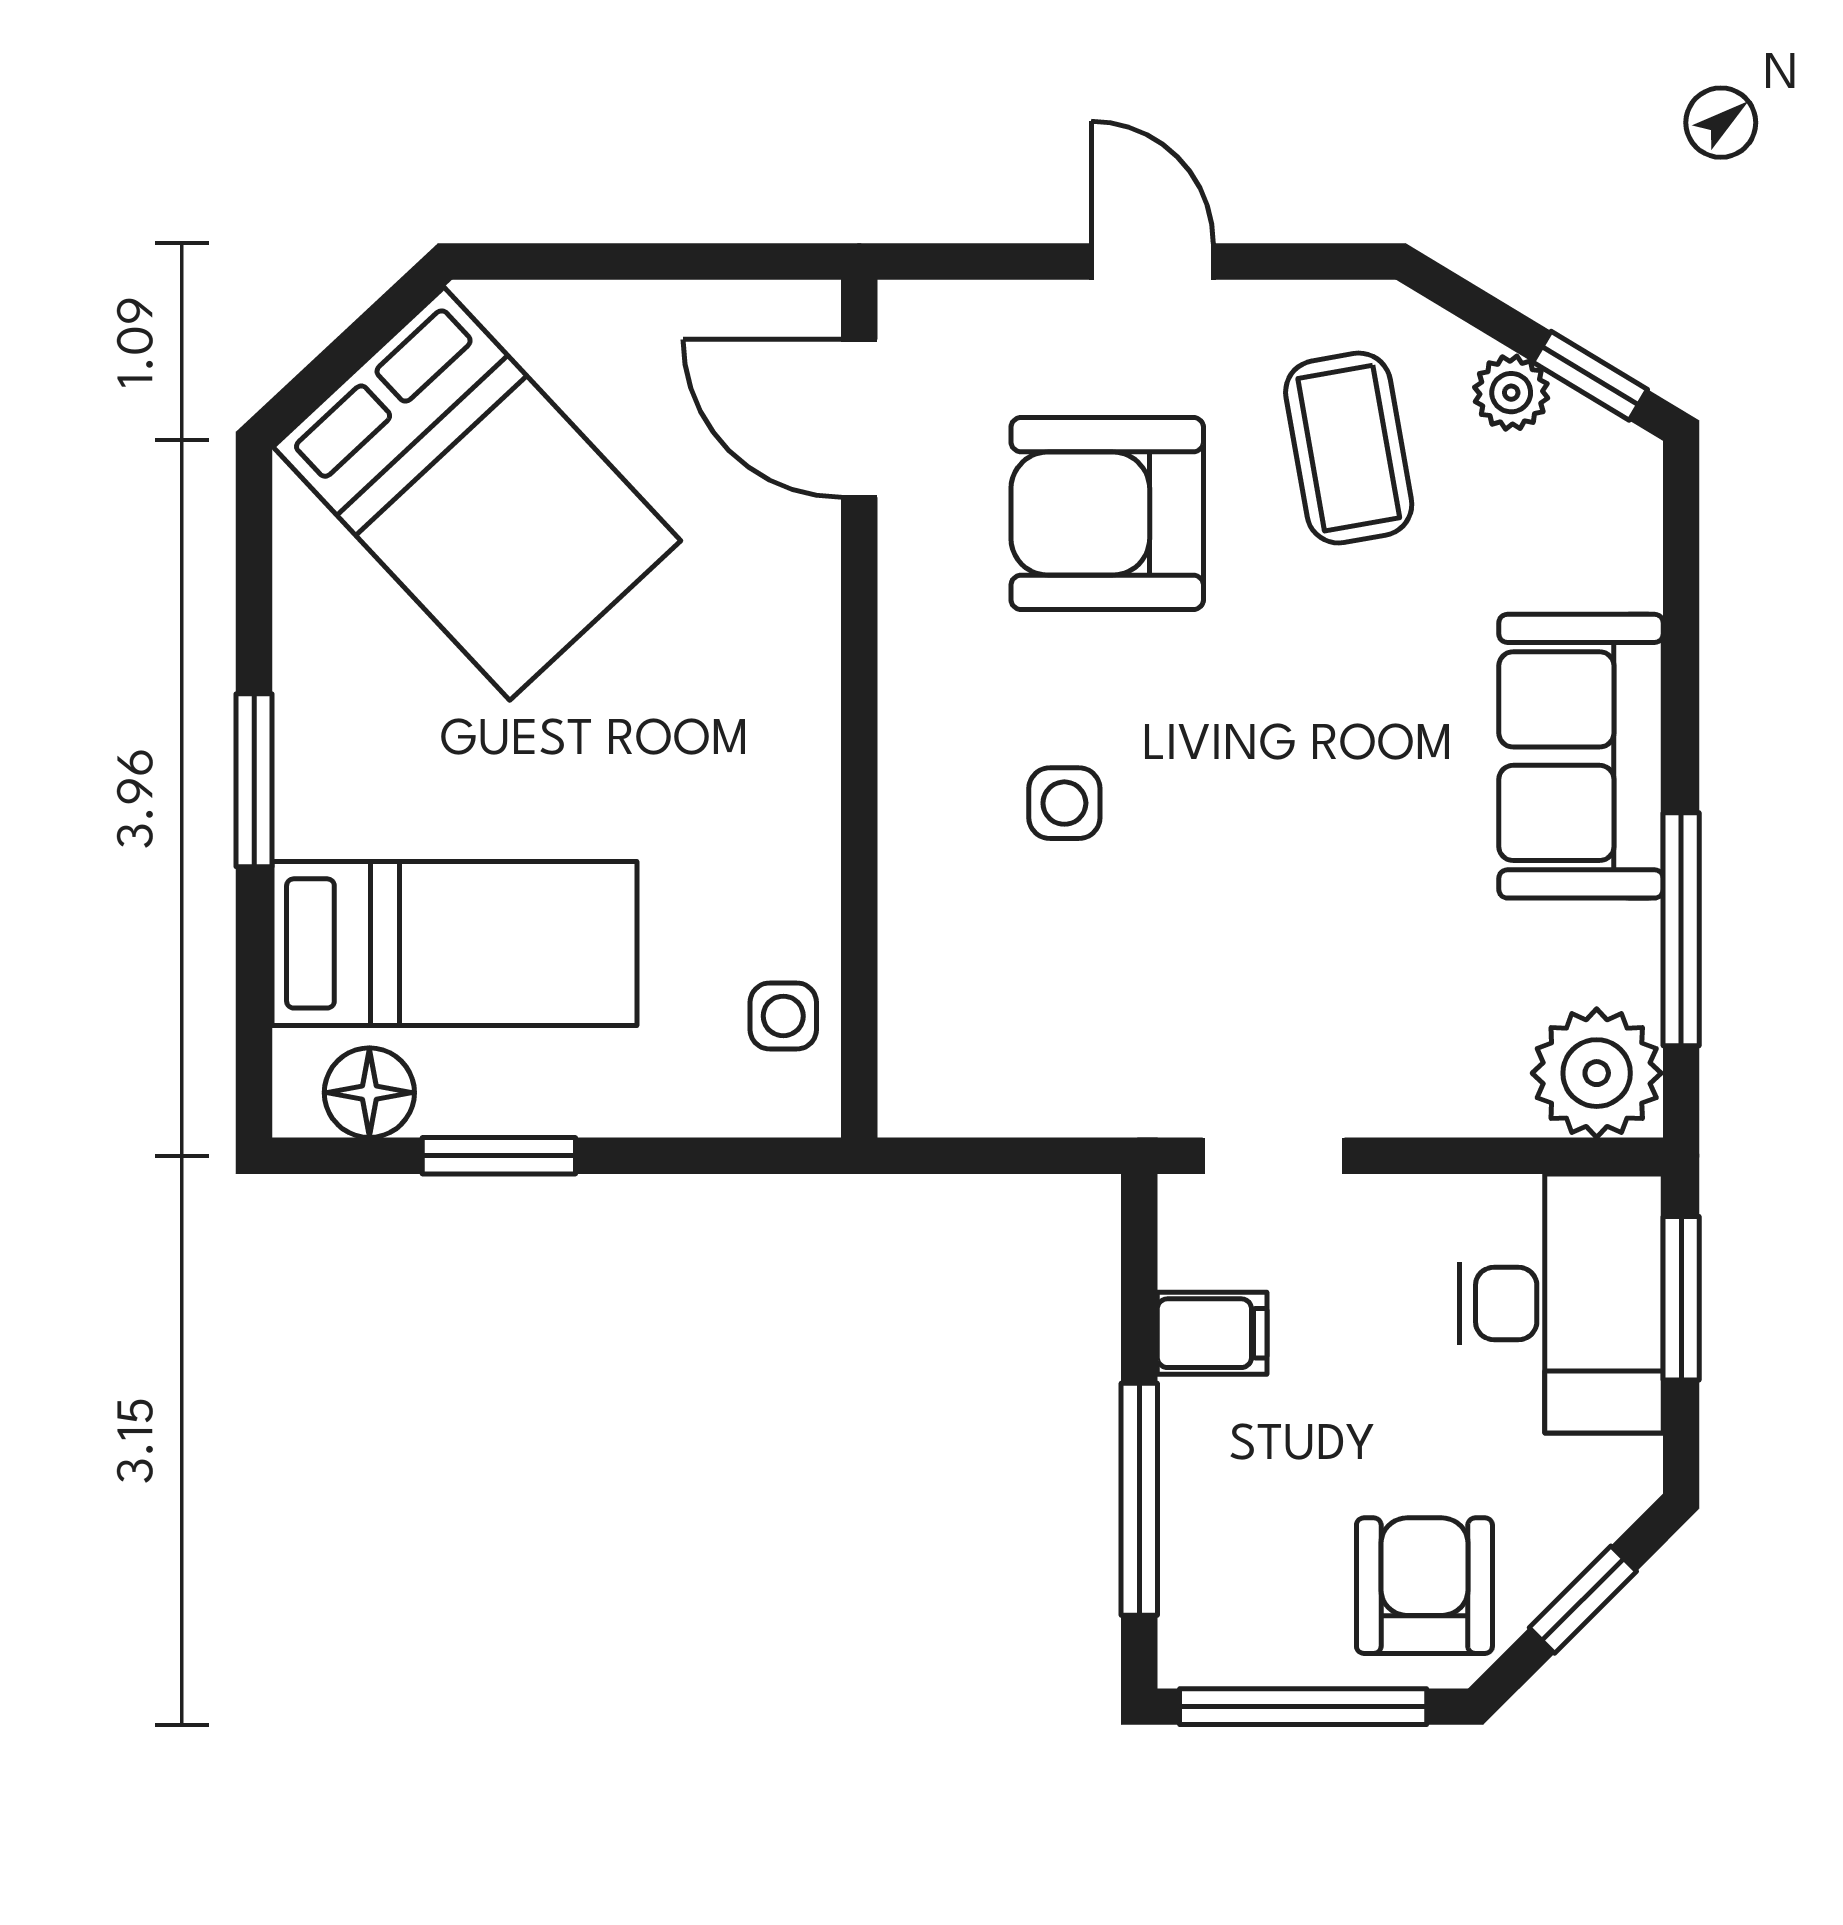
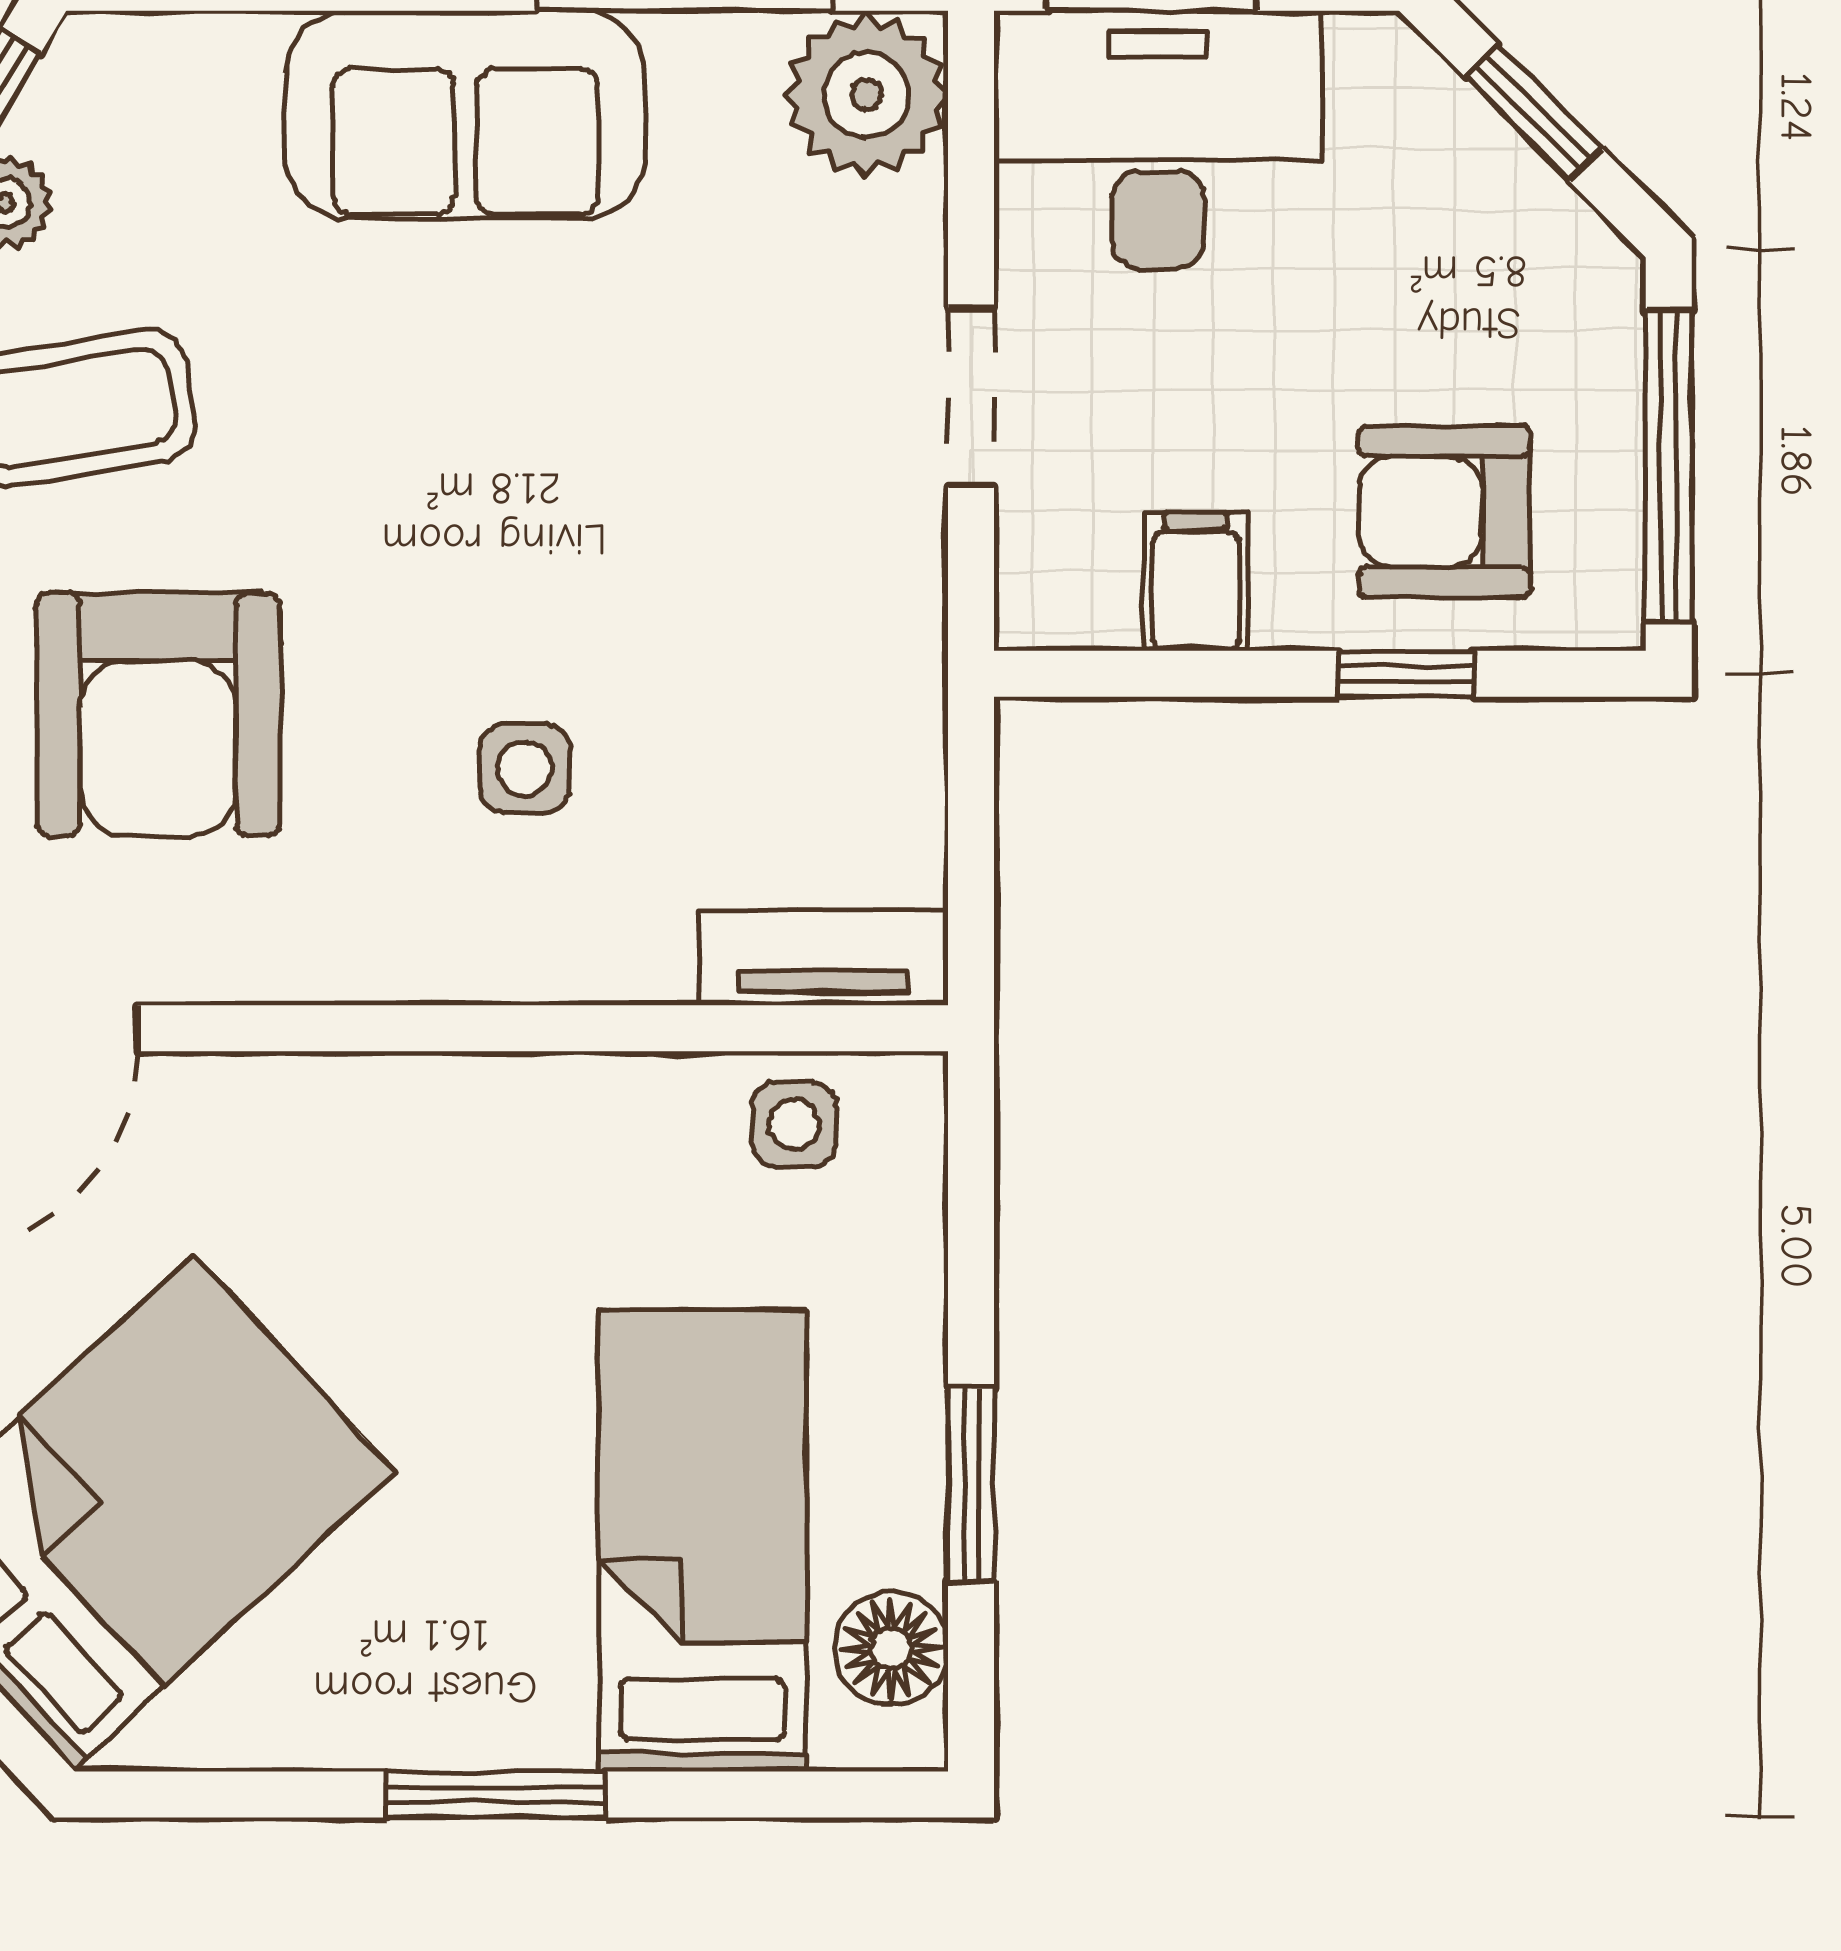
tv unit: (915, 1039) -> (823, 958), added
doorway: (1274, 1156) -> (971, 397), moved
window: (1139, 1499) -> (1406, 674), width x0.46
armchair: (1424, 1586) -> (1444, 512), moved

